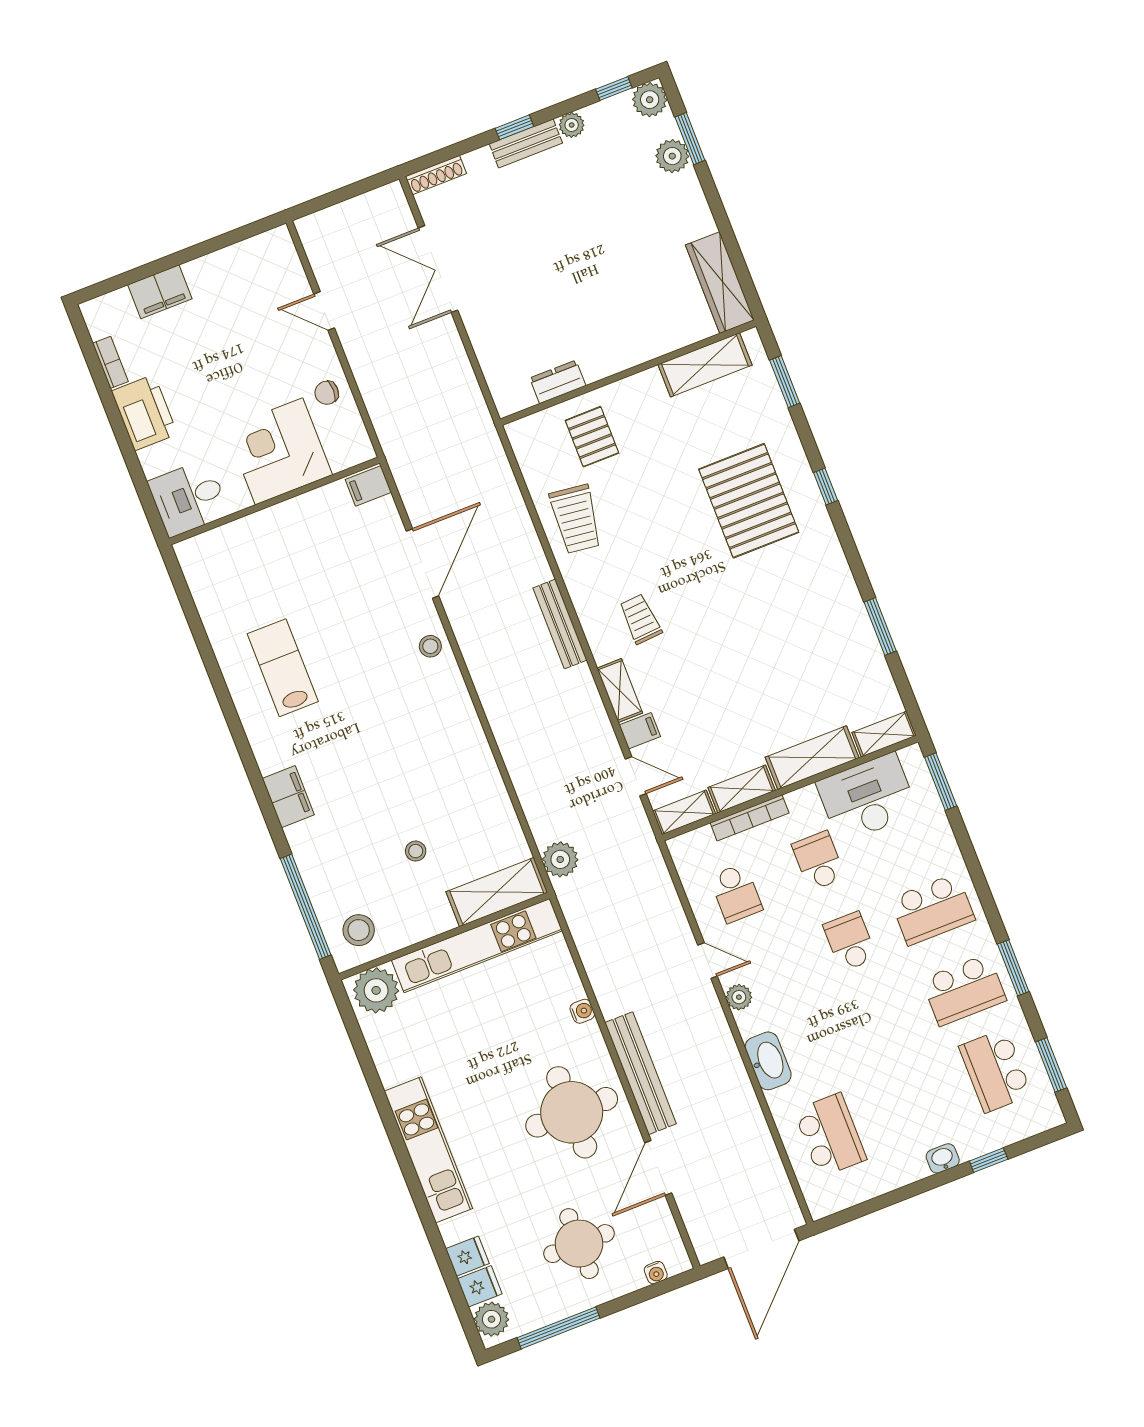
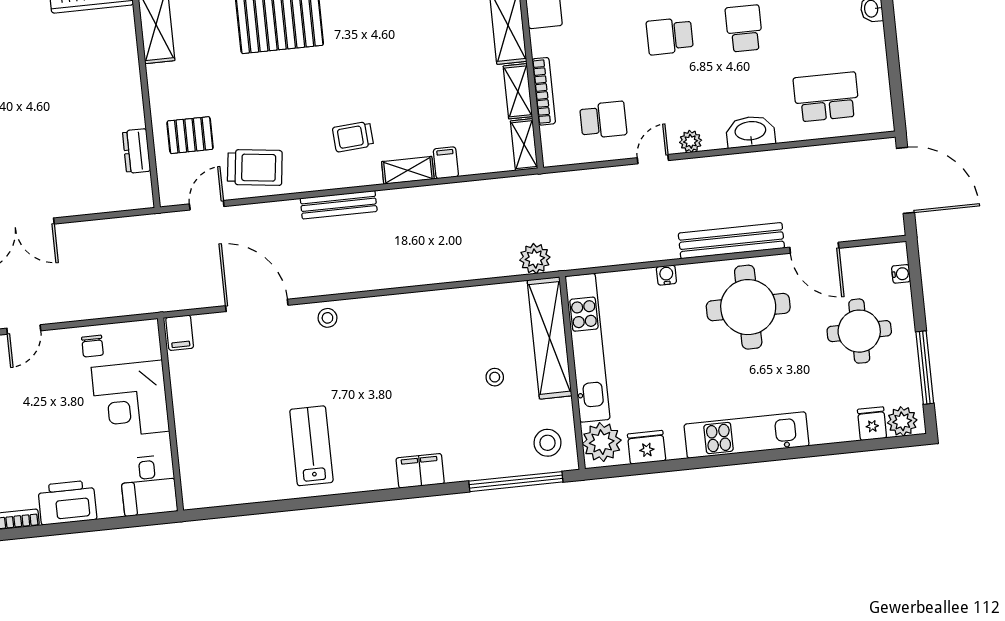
lab bench: (283, 668) -> (311, 446), turned 90
door: (636, 776) -> (207, 205), moved
school desk: (818, 861) -> (744, 28), moved, turned 90
shelving: (497, 892) -> (549, 338), width x1.47
fridge: (467, 1256) -> (647, 447), moved, width x1.38

